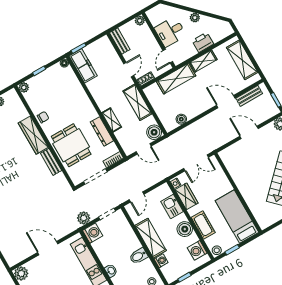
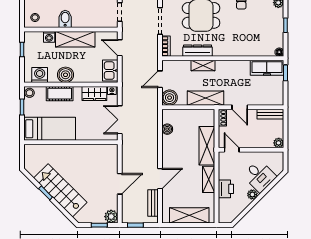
desk: (170, 32) -> (260, 176), moved, turned 135
kitchen sink: (172, 207) -> (110, 71), moved, turned -90

